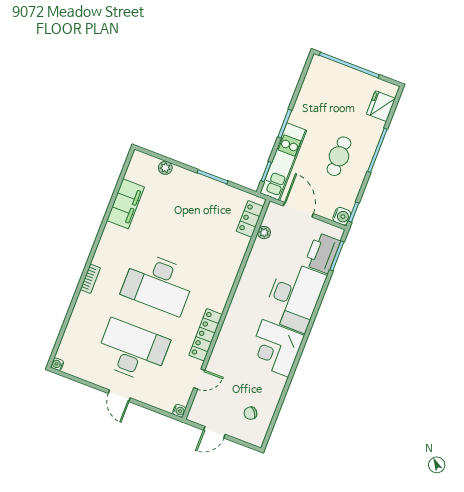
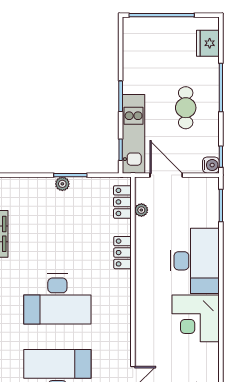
plant: (165, 168) -> (62, 184), moved
printer: (322, 253) -> (206, 208), removed
locker: (206, 335) -> (123, 253), moved, width x0.66

